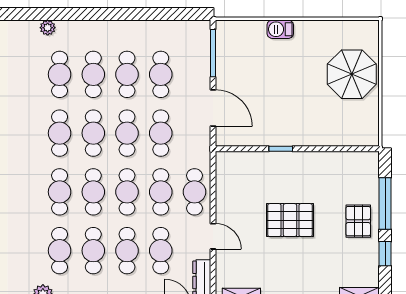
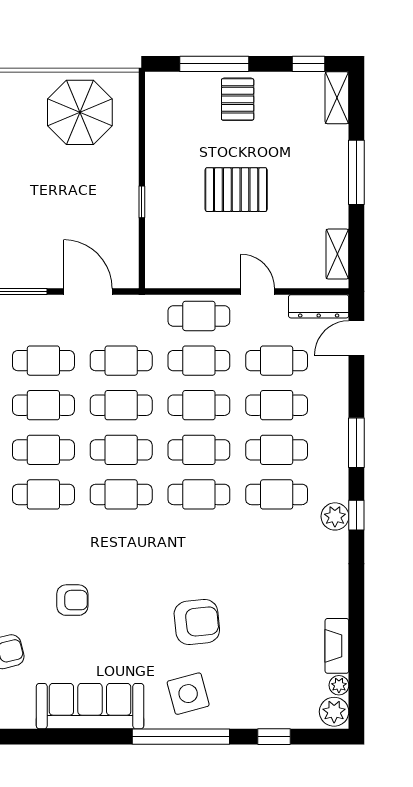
parasol: (352, 74) -> (80, 112), moved
door: (213, 108) -> (88, 291), hinge flipped
pallet: (290, 220) -> (236, 190), turned 90
pallet: (358, 221) -> (238, 99), turned 90
door: (213, 236) -> (258, 291), hinge flipped
window: (385, 254) -> (308, 64), moved

